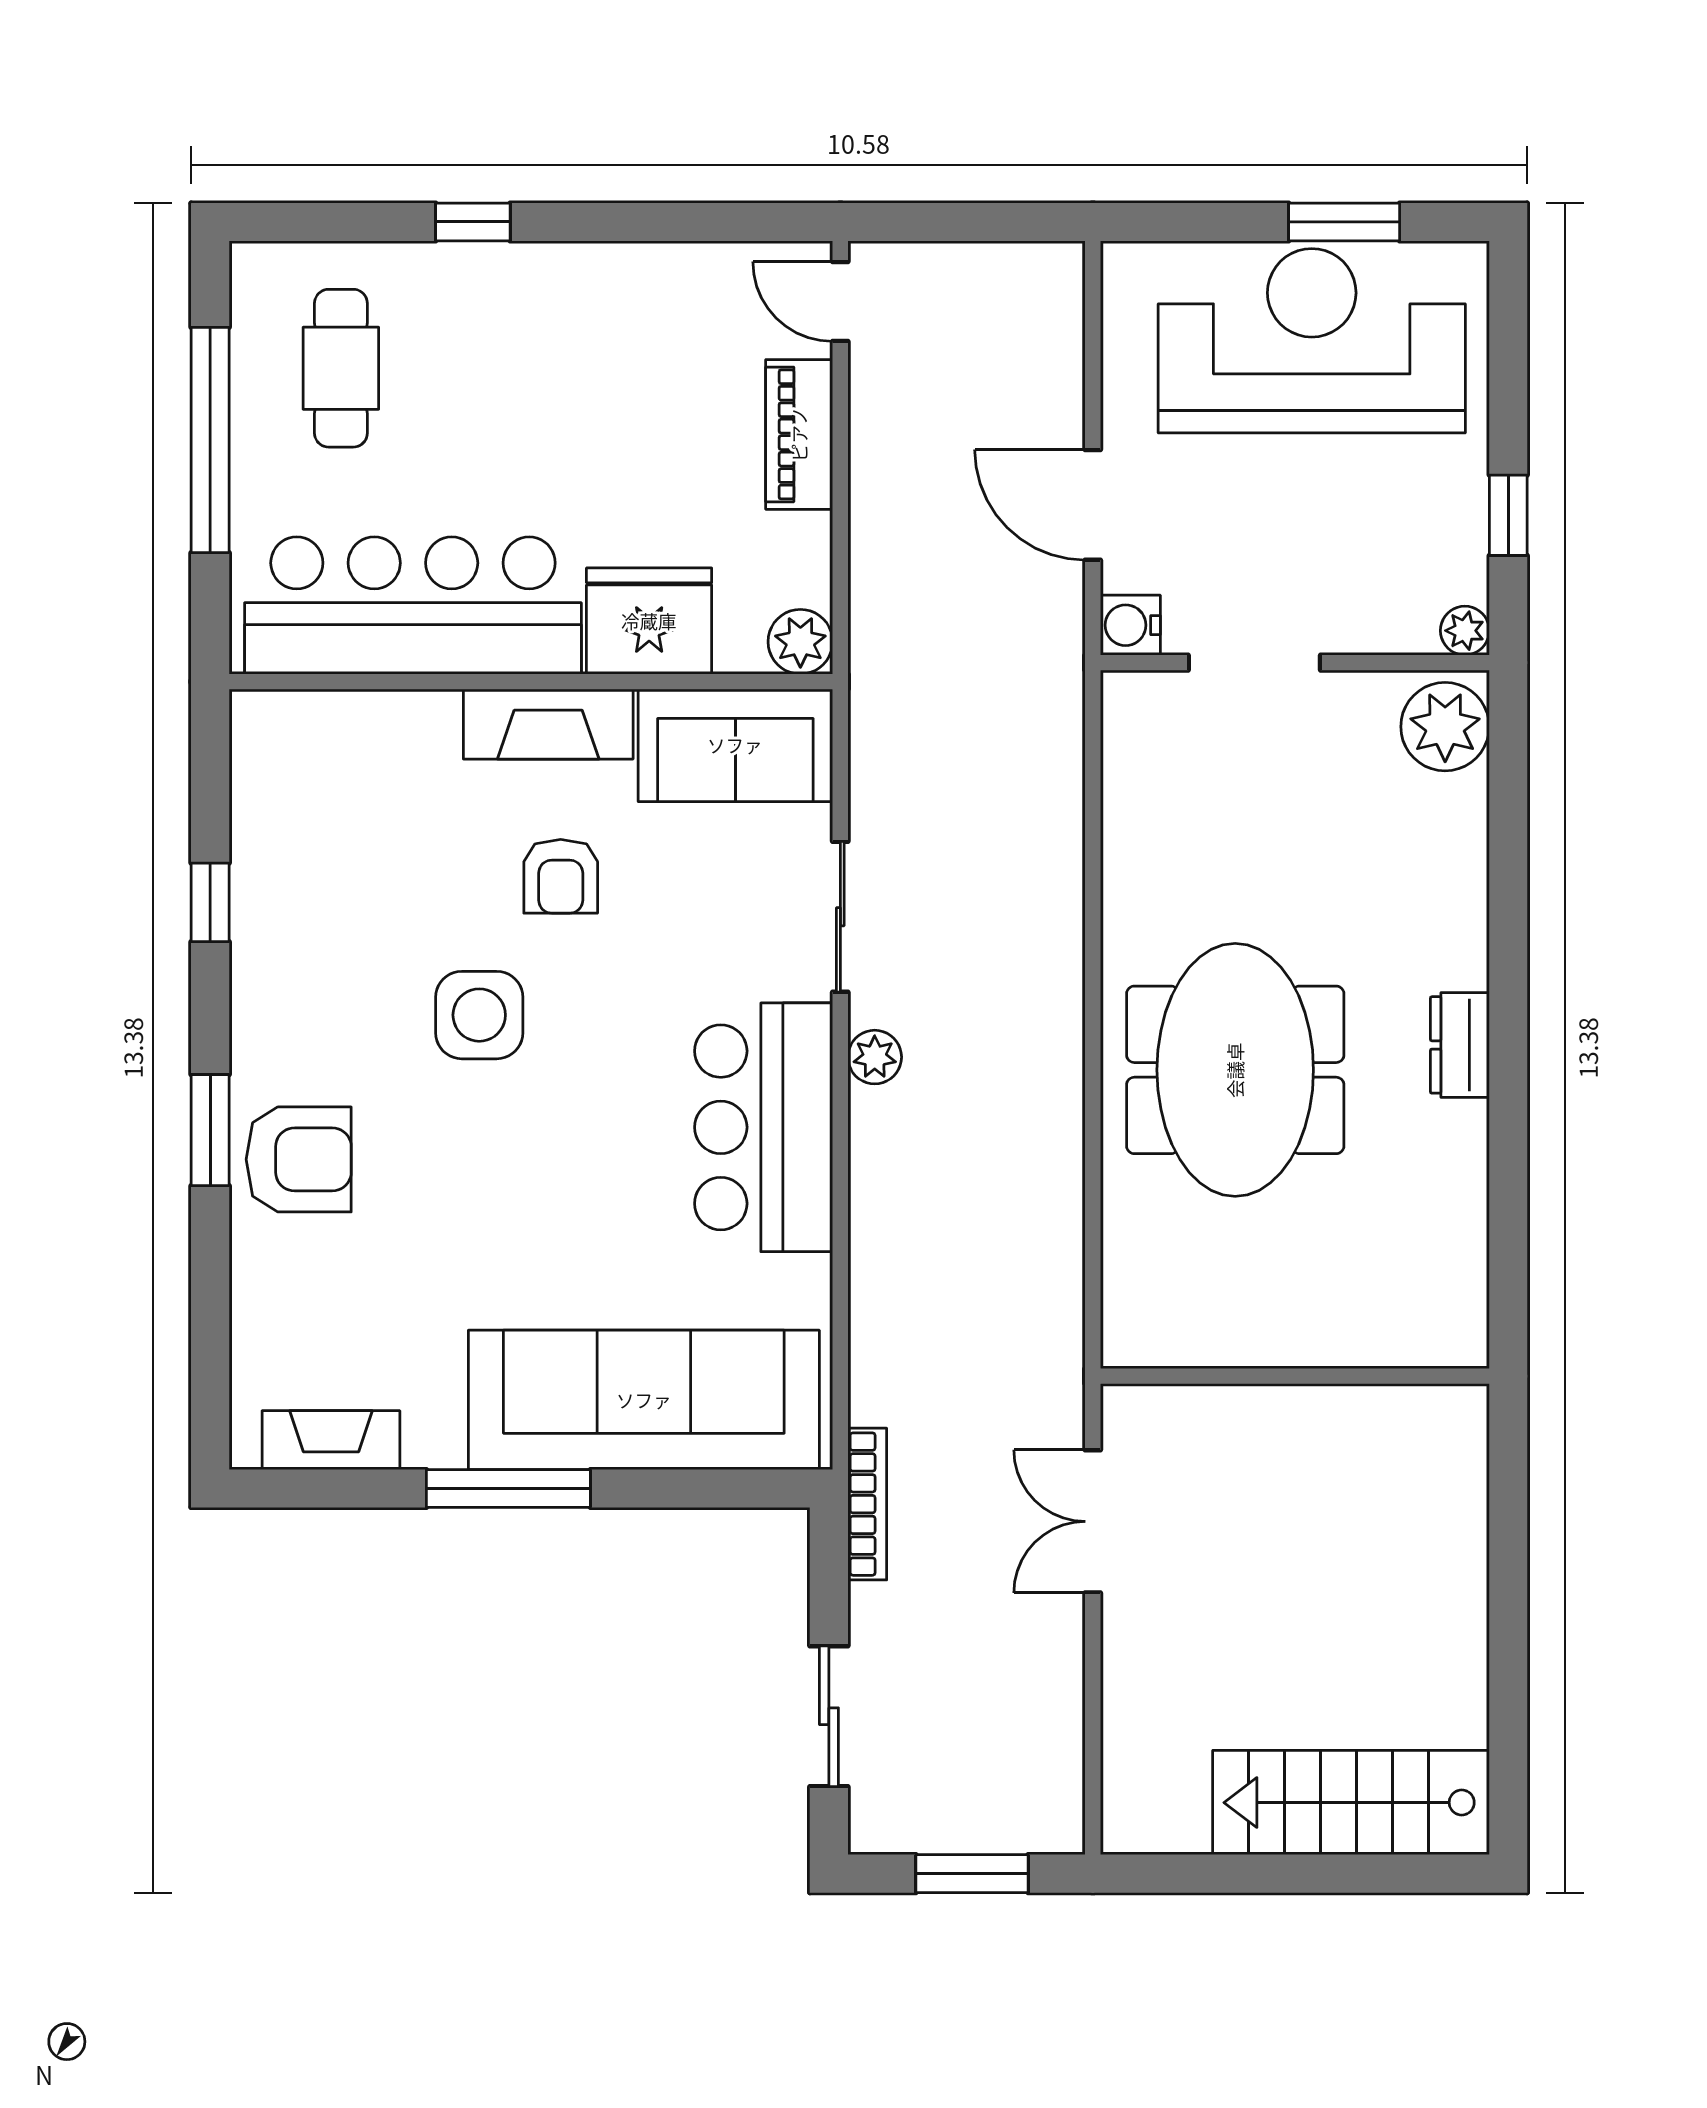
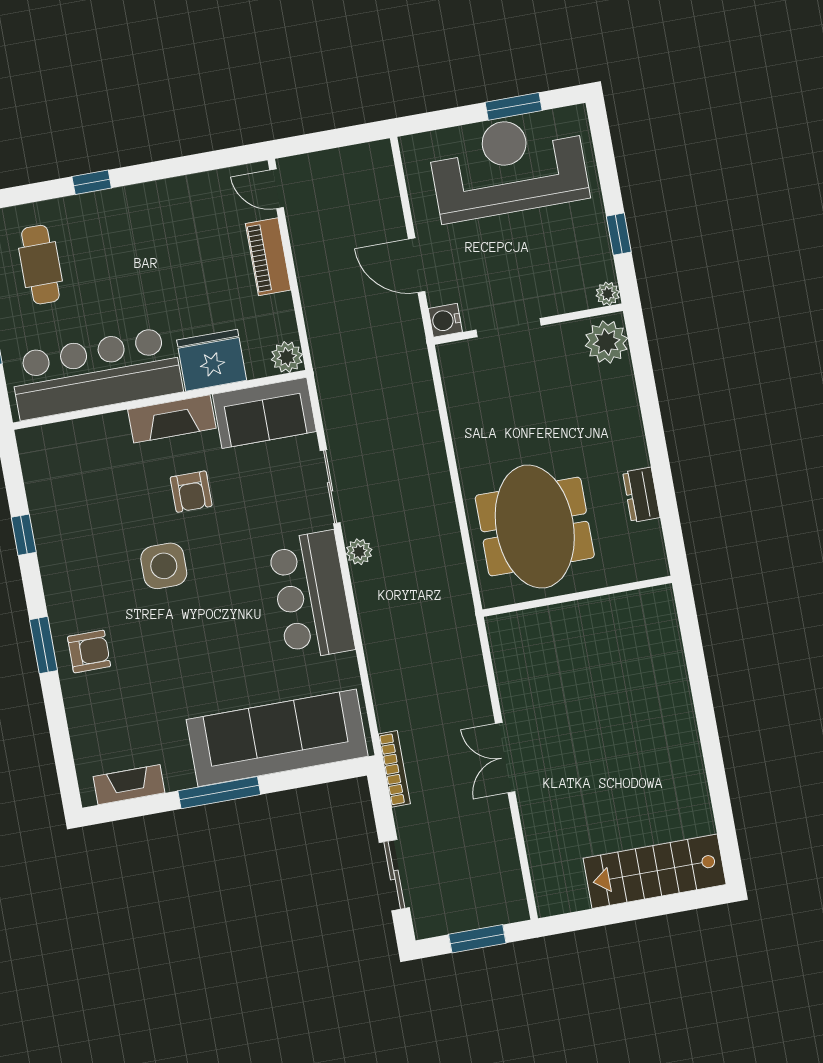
armchair: (299, 1159) -> (89, 652), width x0.72, depth x0.72
wall: (1295, 1376) -> (577, 596), moved

